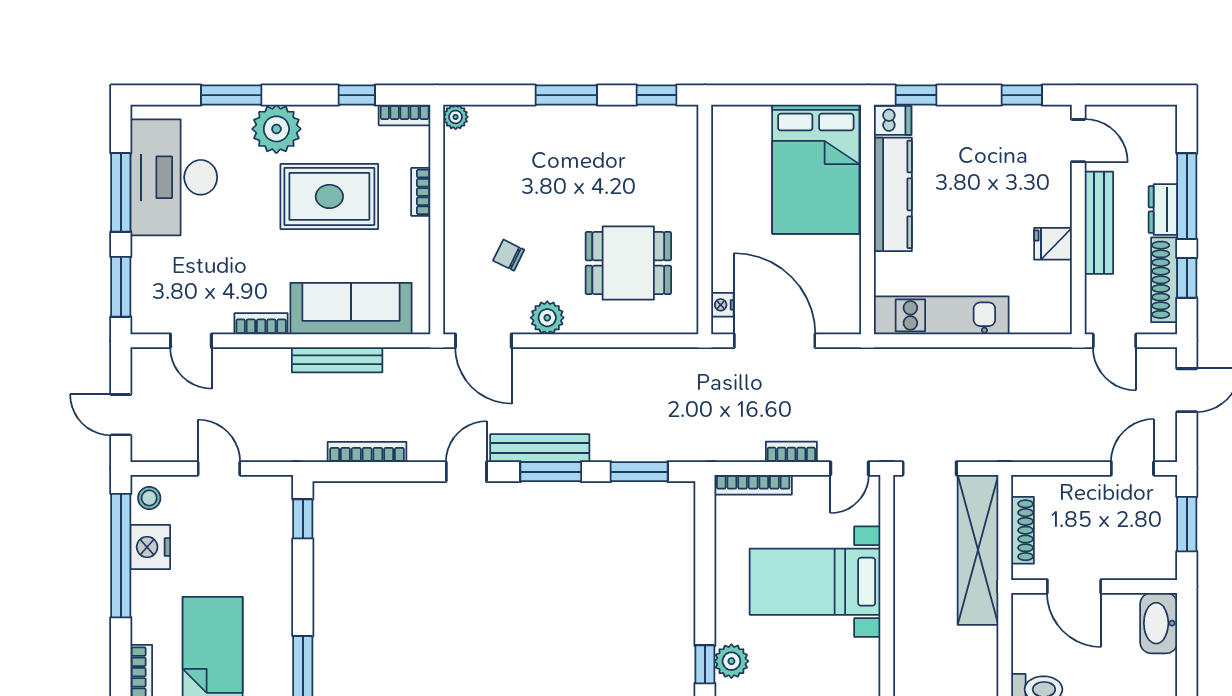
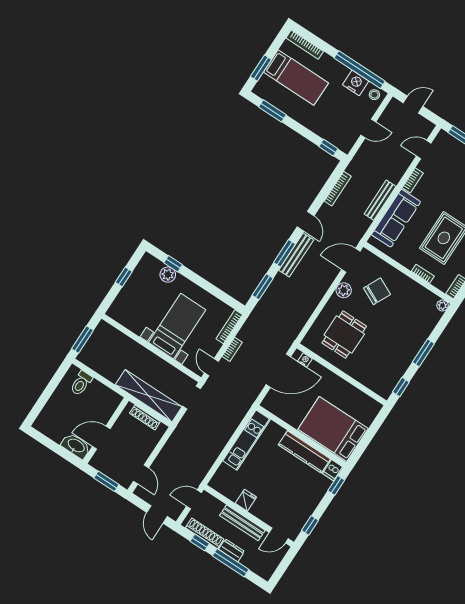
chair: (509, 255) -> (377, 291), width x1.87, depth x1.87
door: (1074, 586) -> (101, 438), moved

